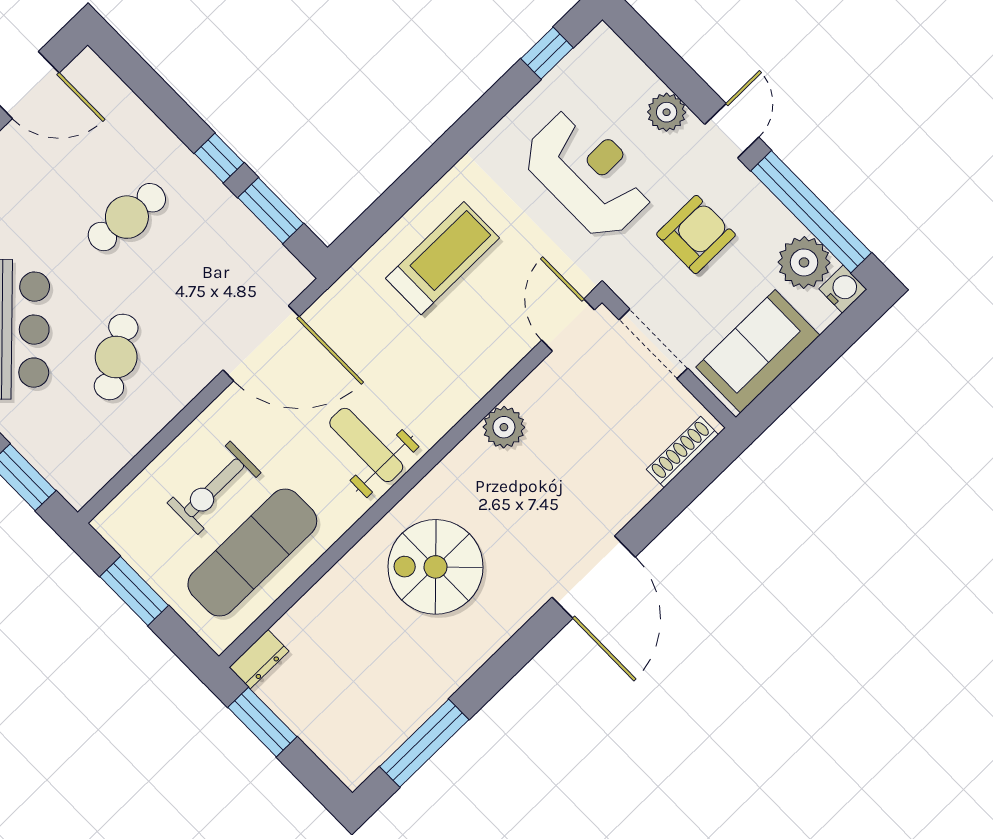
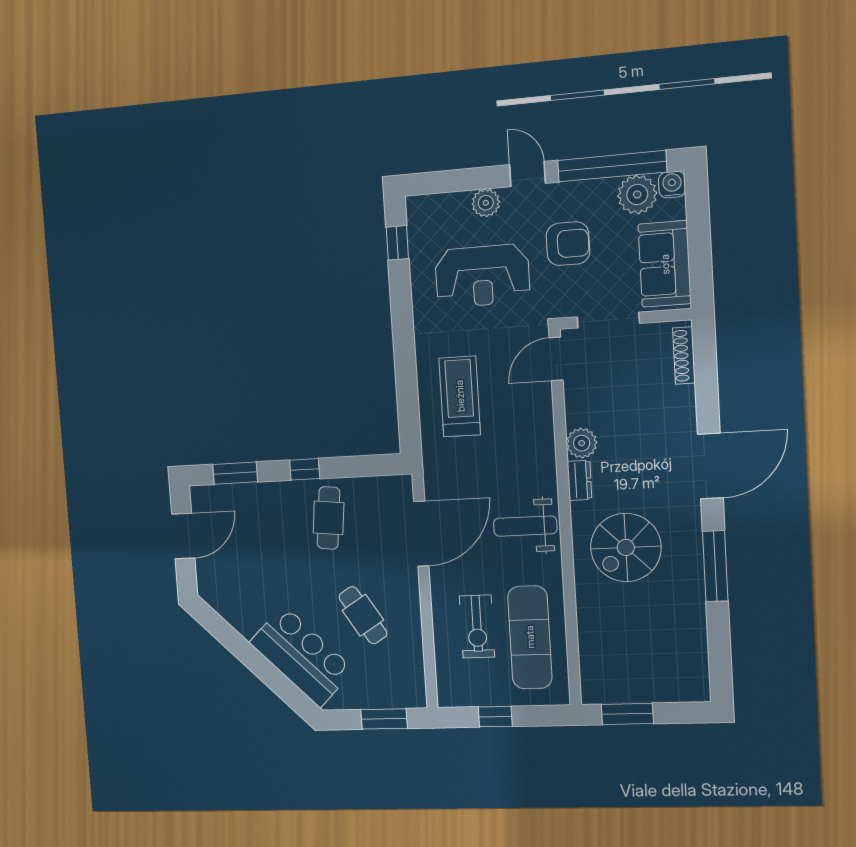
reception desk: (588, 174) -> (482, 276), turned 180
window: (271, 211) -> (235, 473), moved
cafe table: (127, 217) -> (329, 518), moved
armchair: (696, 234) -> (568, 244), turned 90
door: (568, 325) -> (556, 359), hinge flipped
door: (594, 577) -> (710, 466), hinge flipped
window: (134, 591) -> (495, 717), width x0.67
dresser: (259, 659) -> (580, 480), moved
window: (424, 743) -> (715, 566), moved

